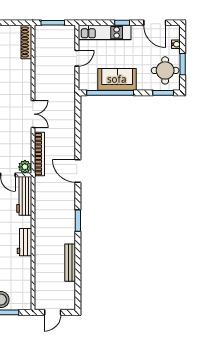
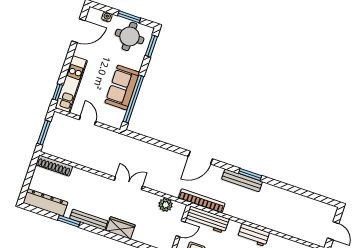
window: (122, 23) -> (58, 92), moved
bookcase: (39, 154) -> (202, 201), moved
plant: (25, 167) -> (166, 205), moved
bench: (70, 263) -> (242, 180), moved

